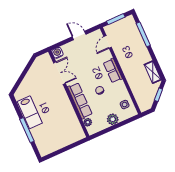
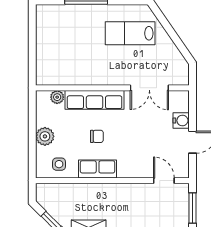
water cooler: (57, 53) -> (181, 120), moved
row of seats: (113, 71) -> (98, 169), moved
lab bench: (30, 112) -> (130, 33), moved

